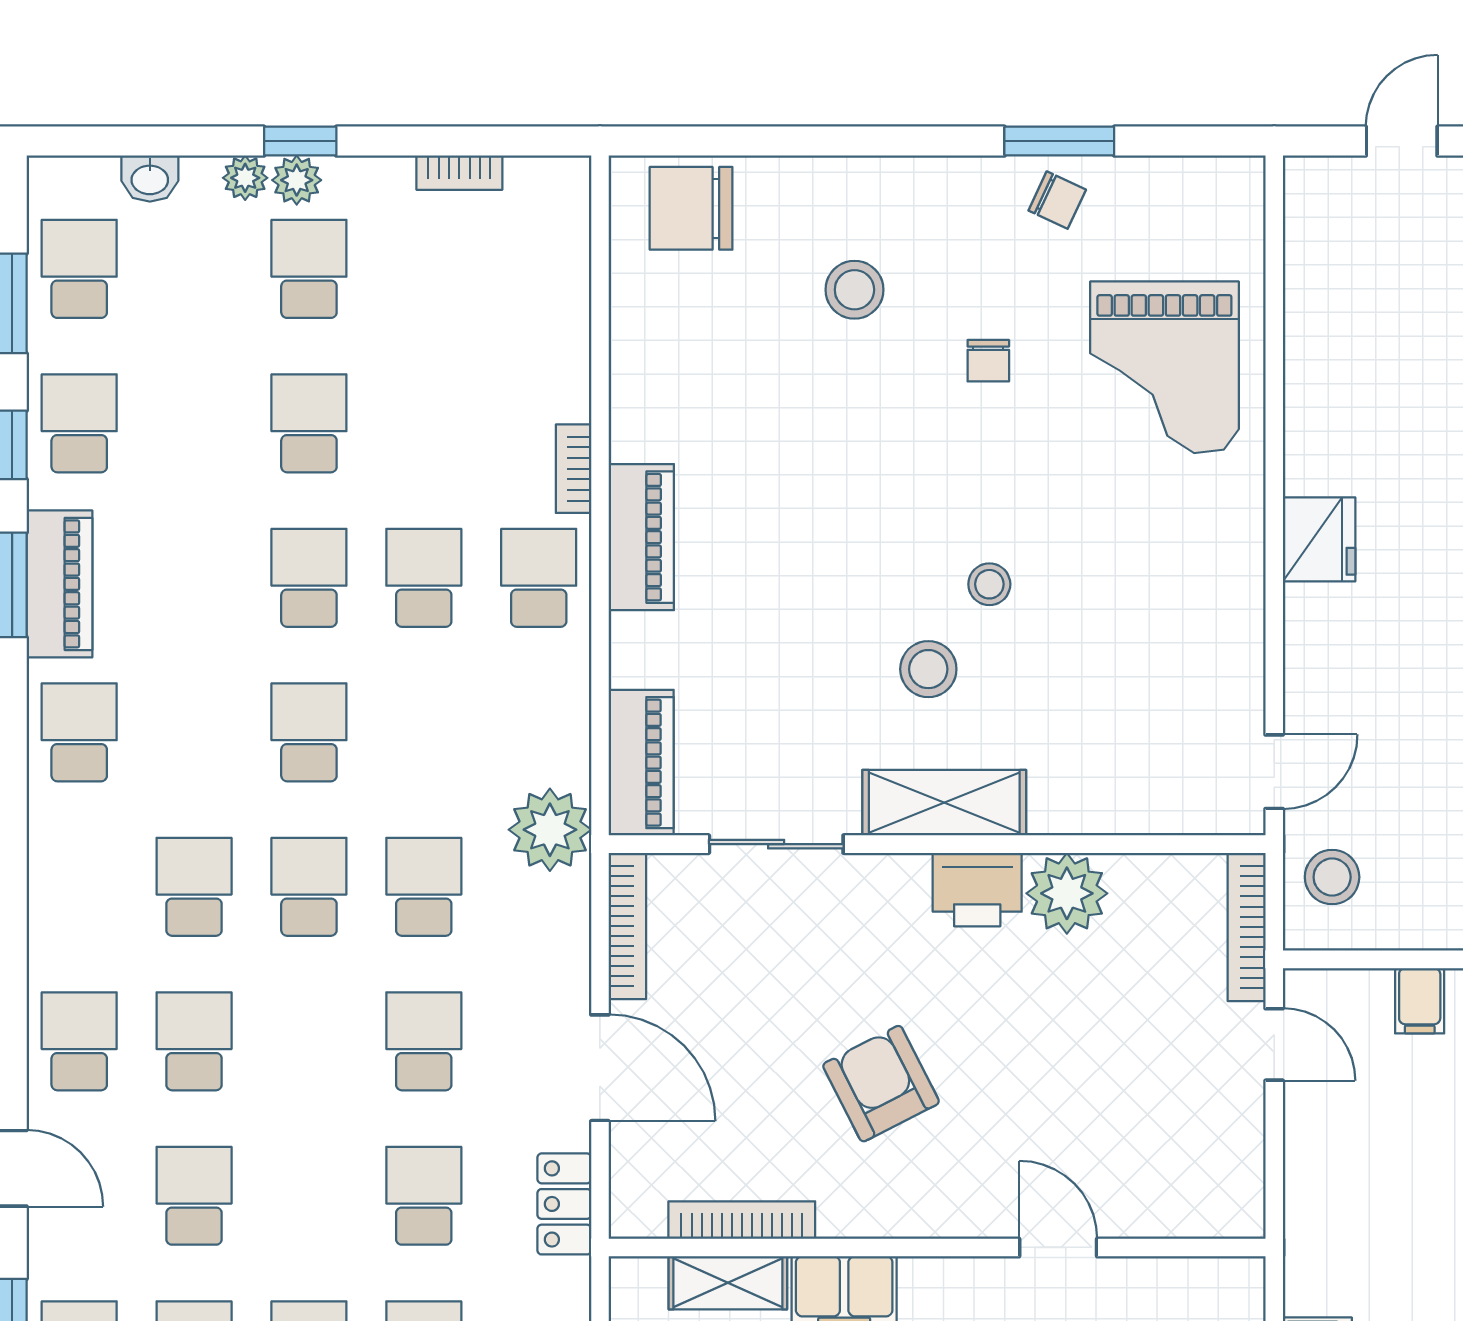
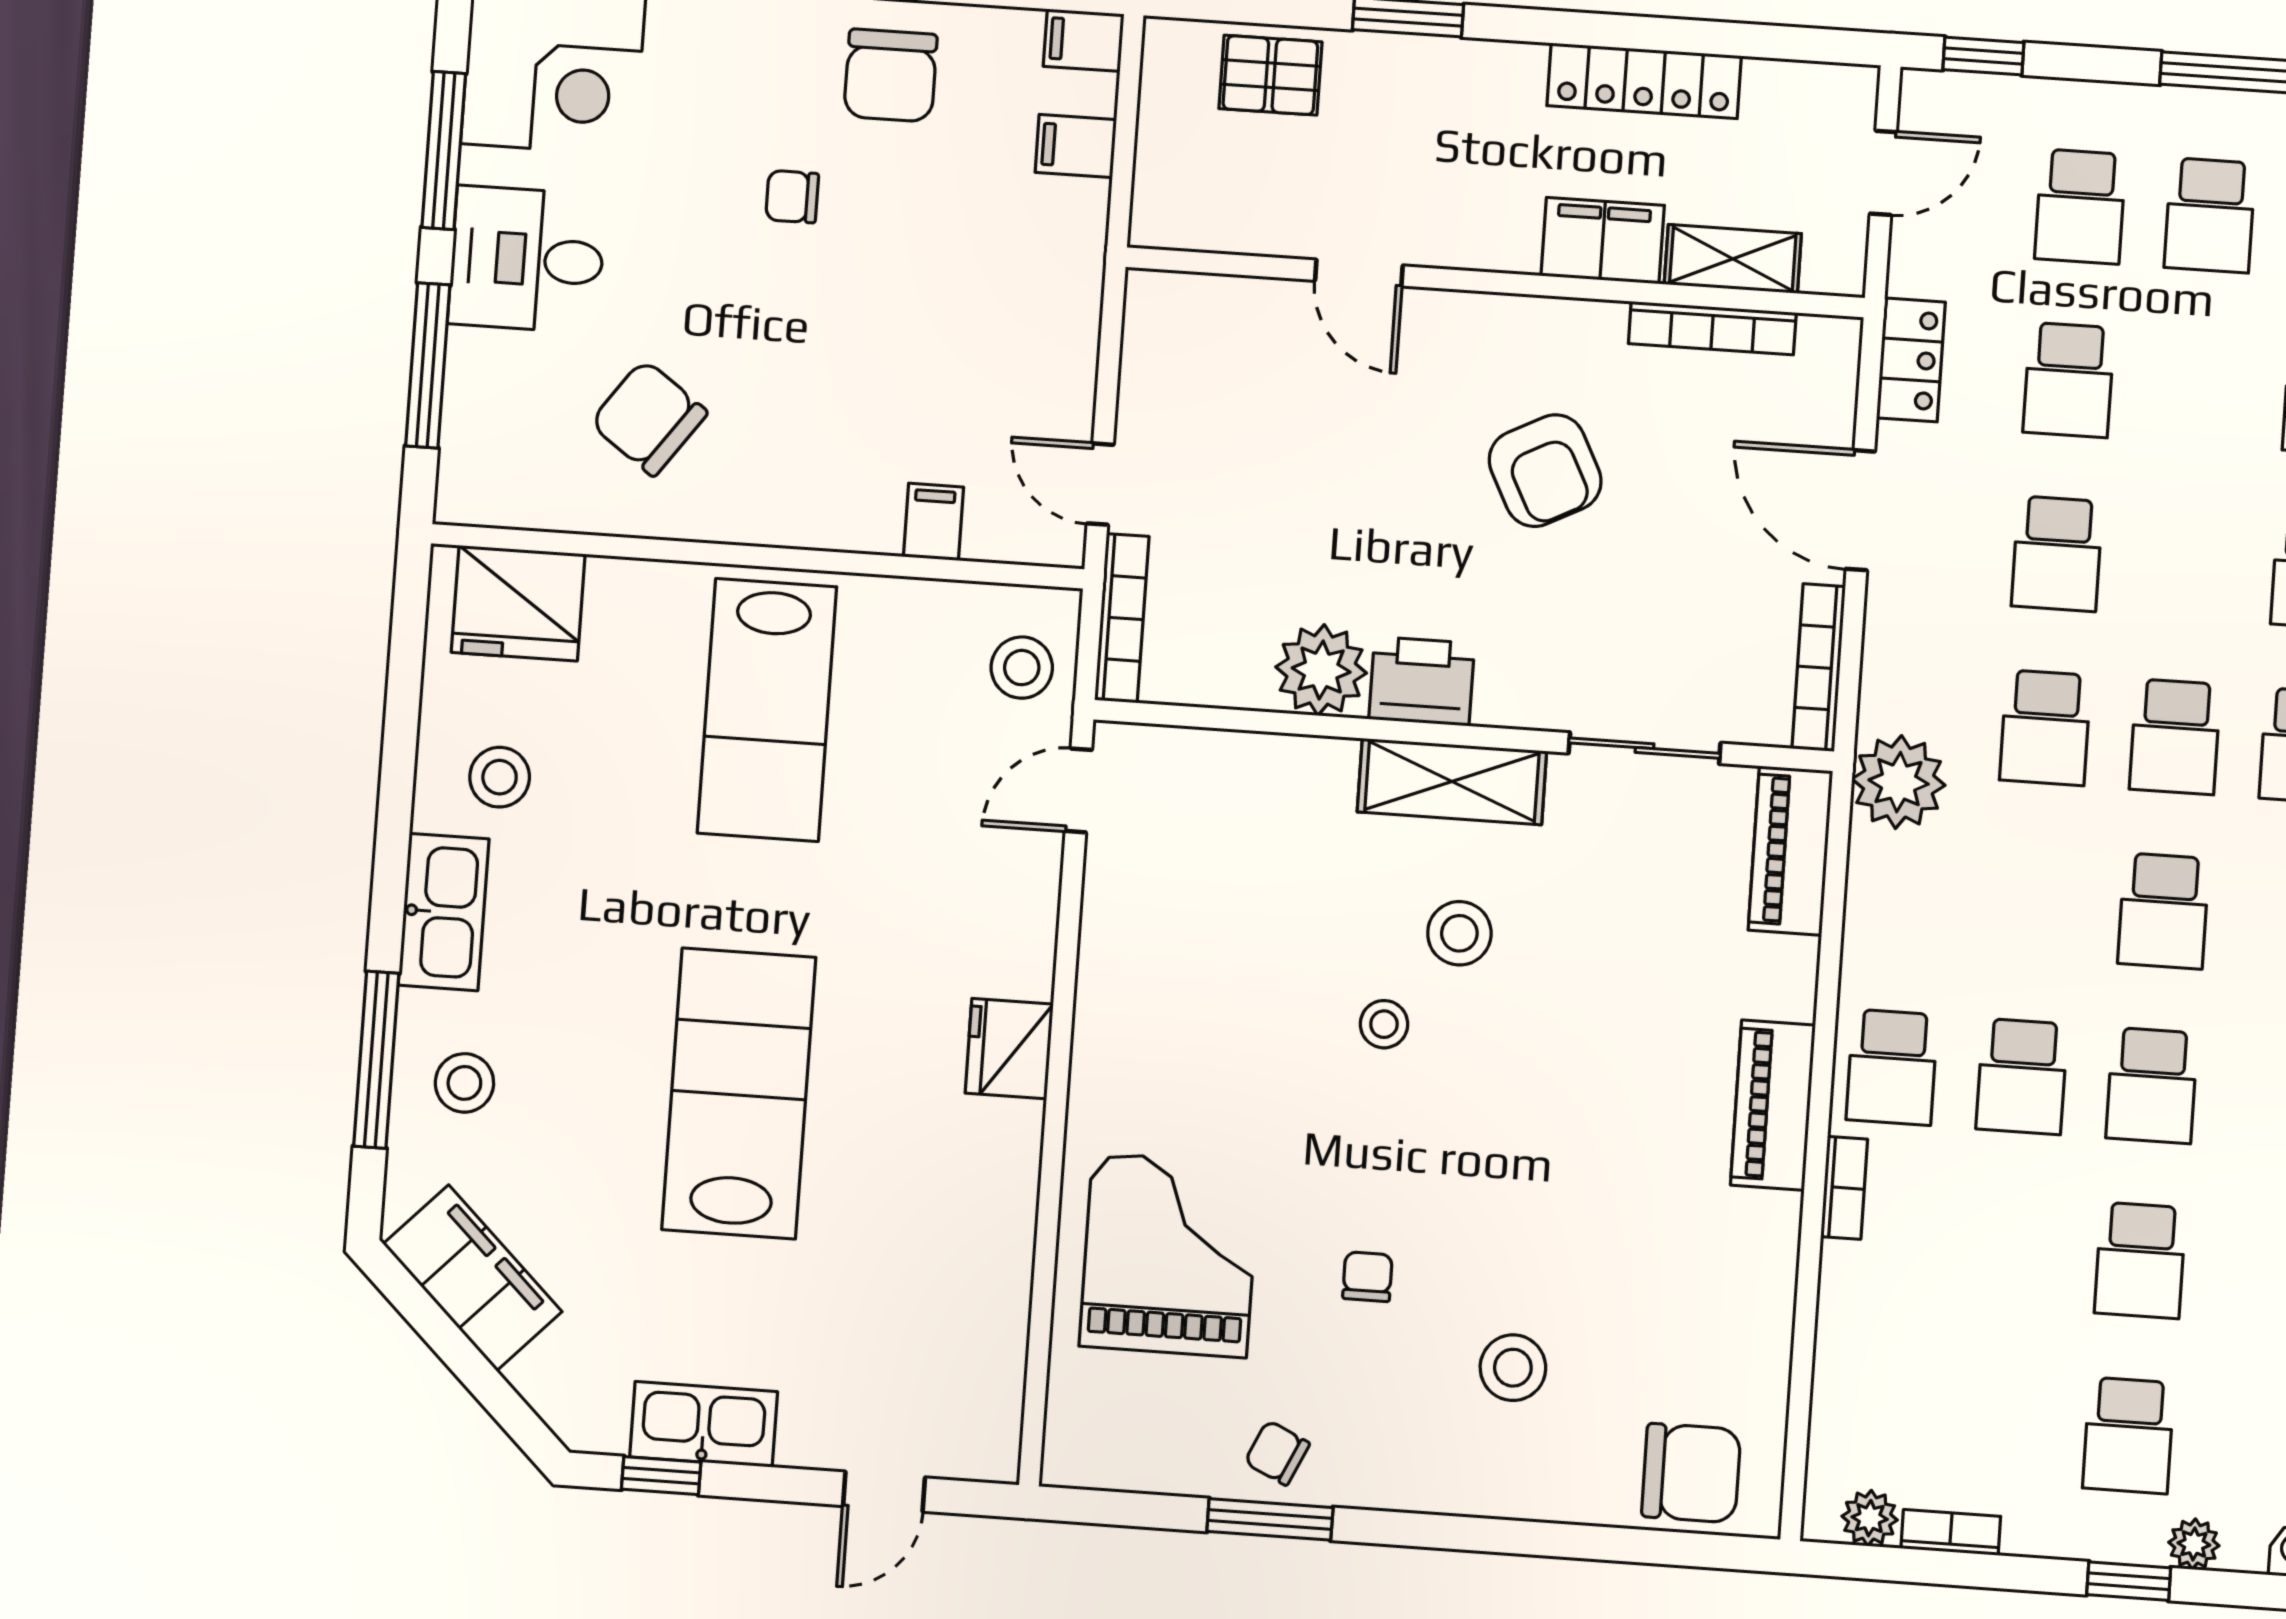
plant: (297, 180) -> (1870, 1518), moved

